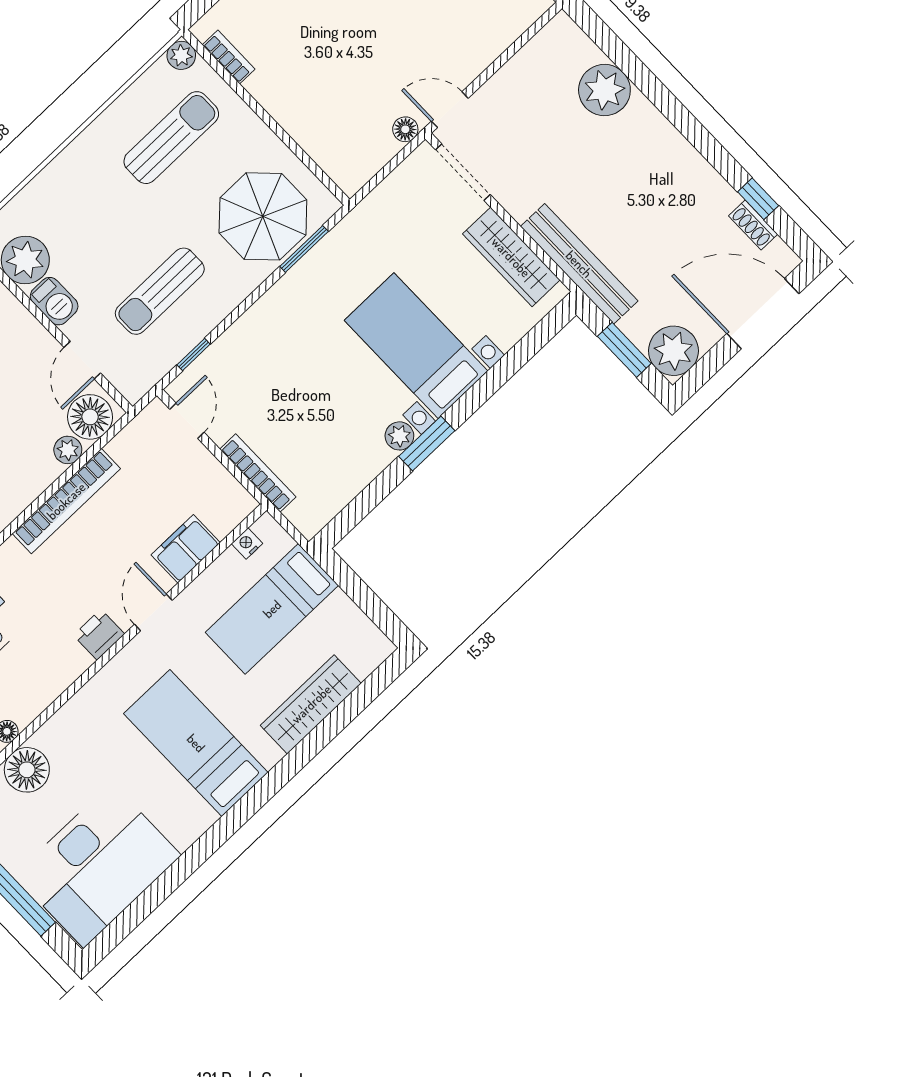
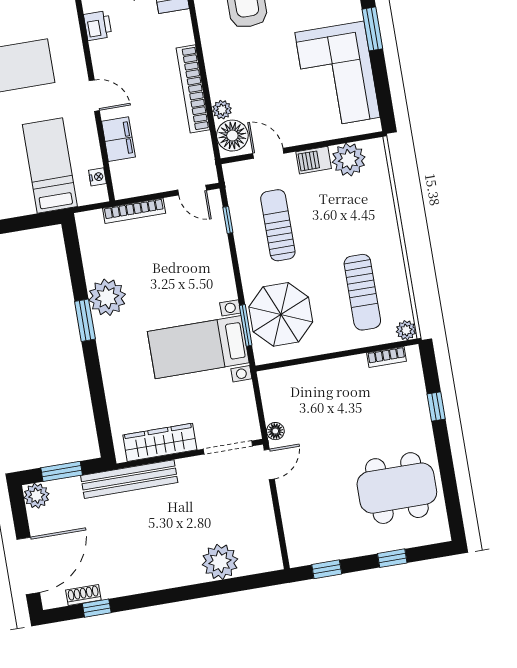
bed with nightstands: (416, 346) -> (198, 347), moved, turned 180
plant: (673, 351) -> (36, 496), width x0.73, depth x0.73
plant: (399, 436) -> (107, 297), width x1.87, depth x1.87
printer: (99, 635) -> (98, 26), moved

